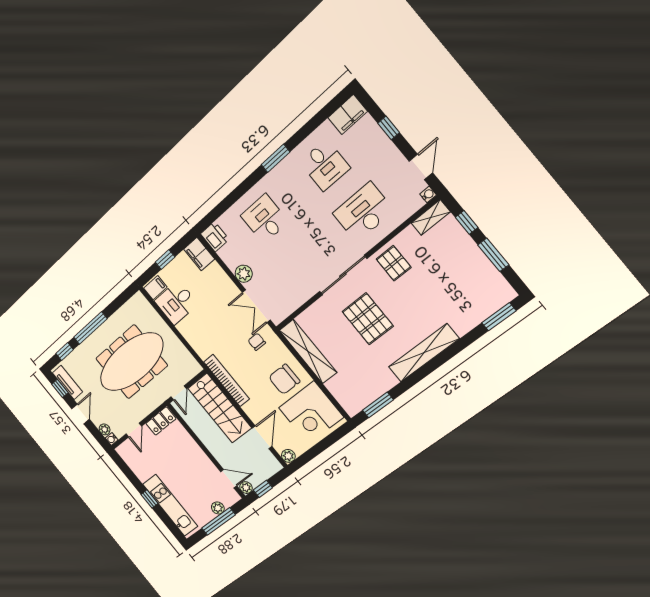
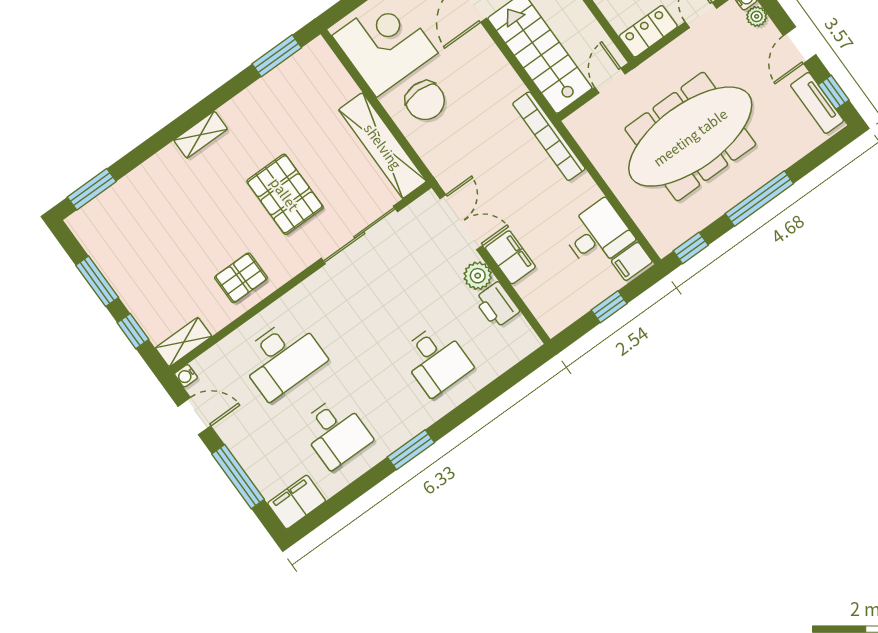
window: (389, 128) -> (238, 477), width x2.17
desk: (325, 165) -> (336, 432), turned 180
door: (421, 167) -> (194, 416), swing flipped
printer: (215, 237) -> (497, 305), moved
filing cabinet: (199, 254) -> (510, 257), moved
pallet: (394, 263) -> (241, 278), turned 90
sliding door: (343, 275) -> (359, 235), moved
chair: (257, 342) -> (466, 164), removed
window: (65, 352) -> (691, 248), moved
shelving: (424, 353) -> (201, 135), width x0.45, depth x0.75
chair: (284, 379) -> (425, 101), turned 90
bookcase: (227, 380) -> (549, 136), moved

